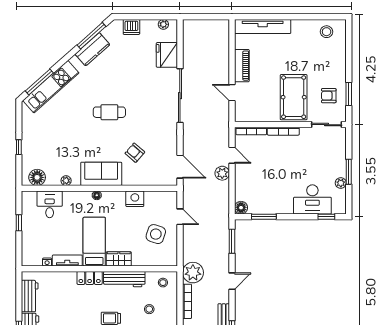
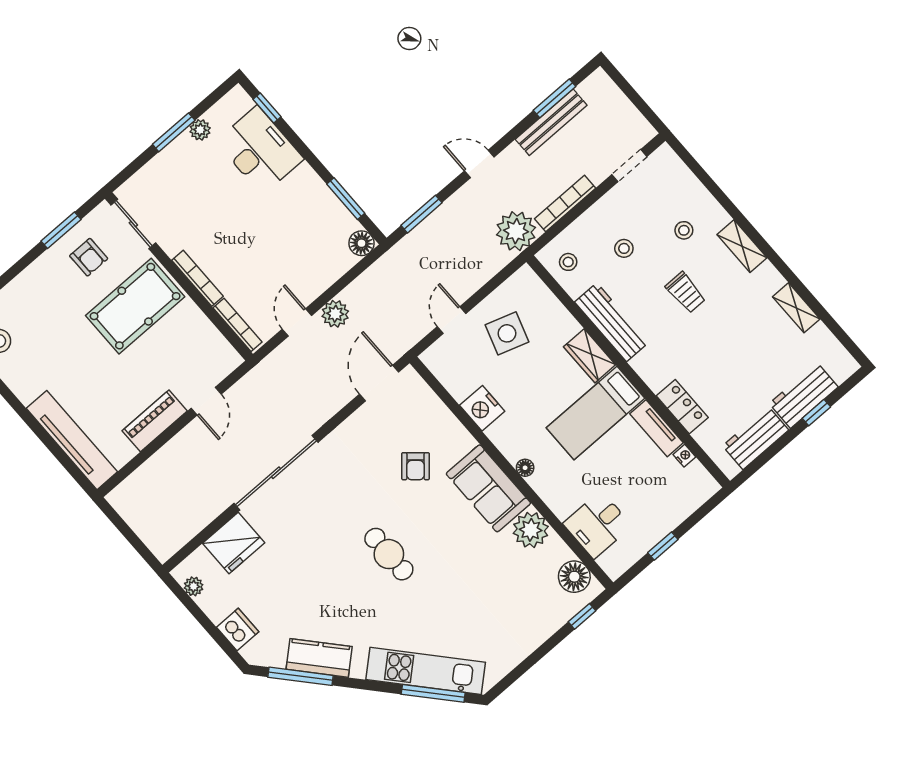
window: (19, 147) -> (582, 616), moved
plant: (66, 181) -> (531, 530), width x1.87, depth x1.87
locker: (90, 278) -> (682, 407), moved

